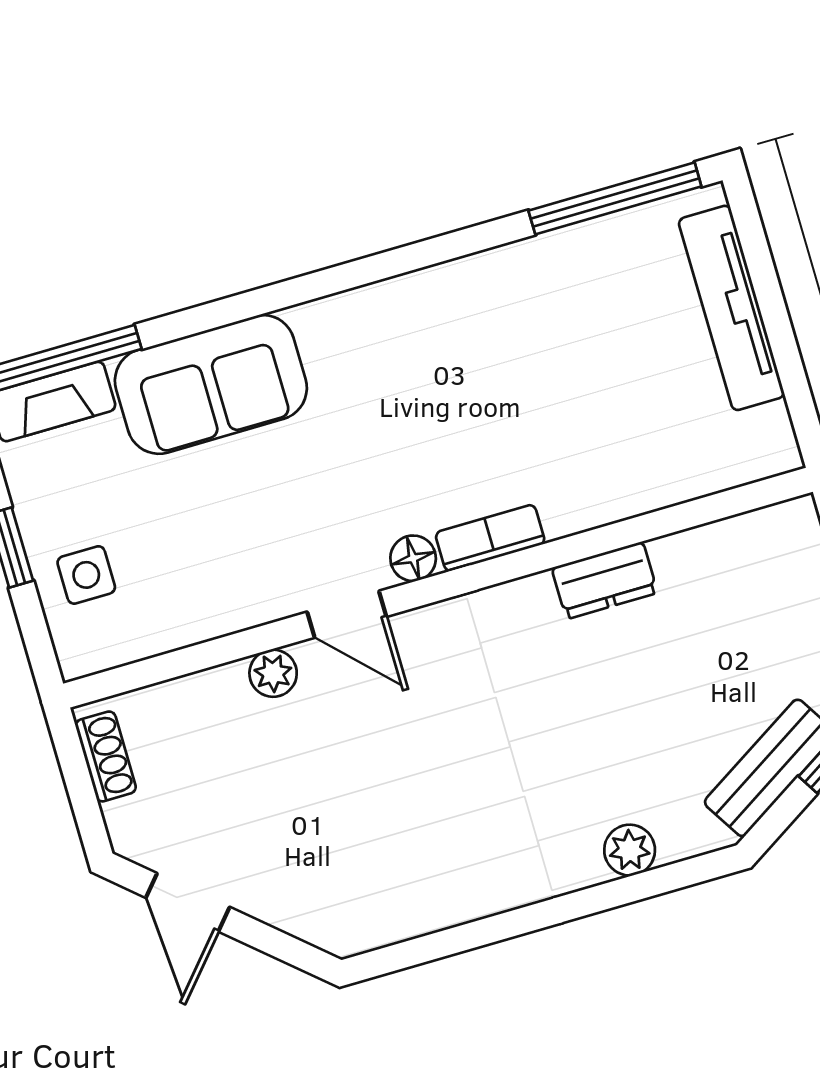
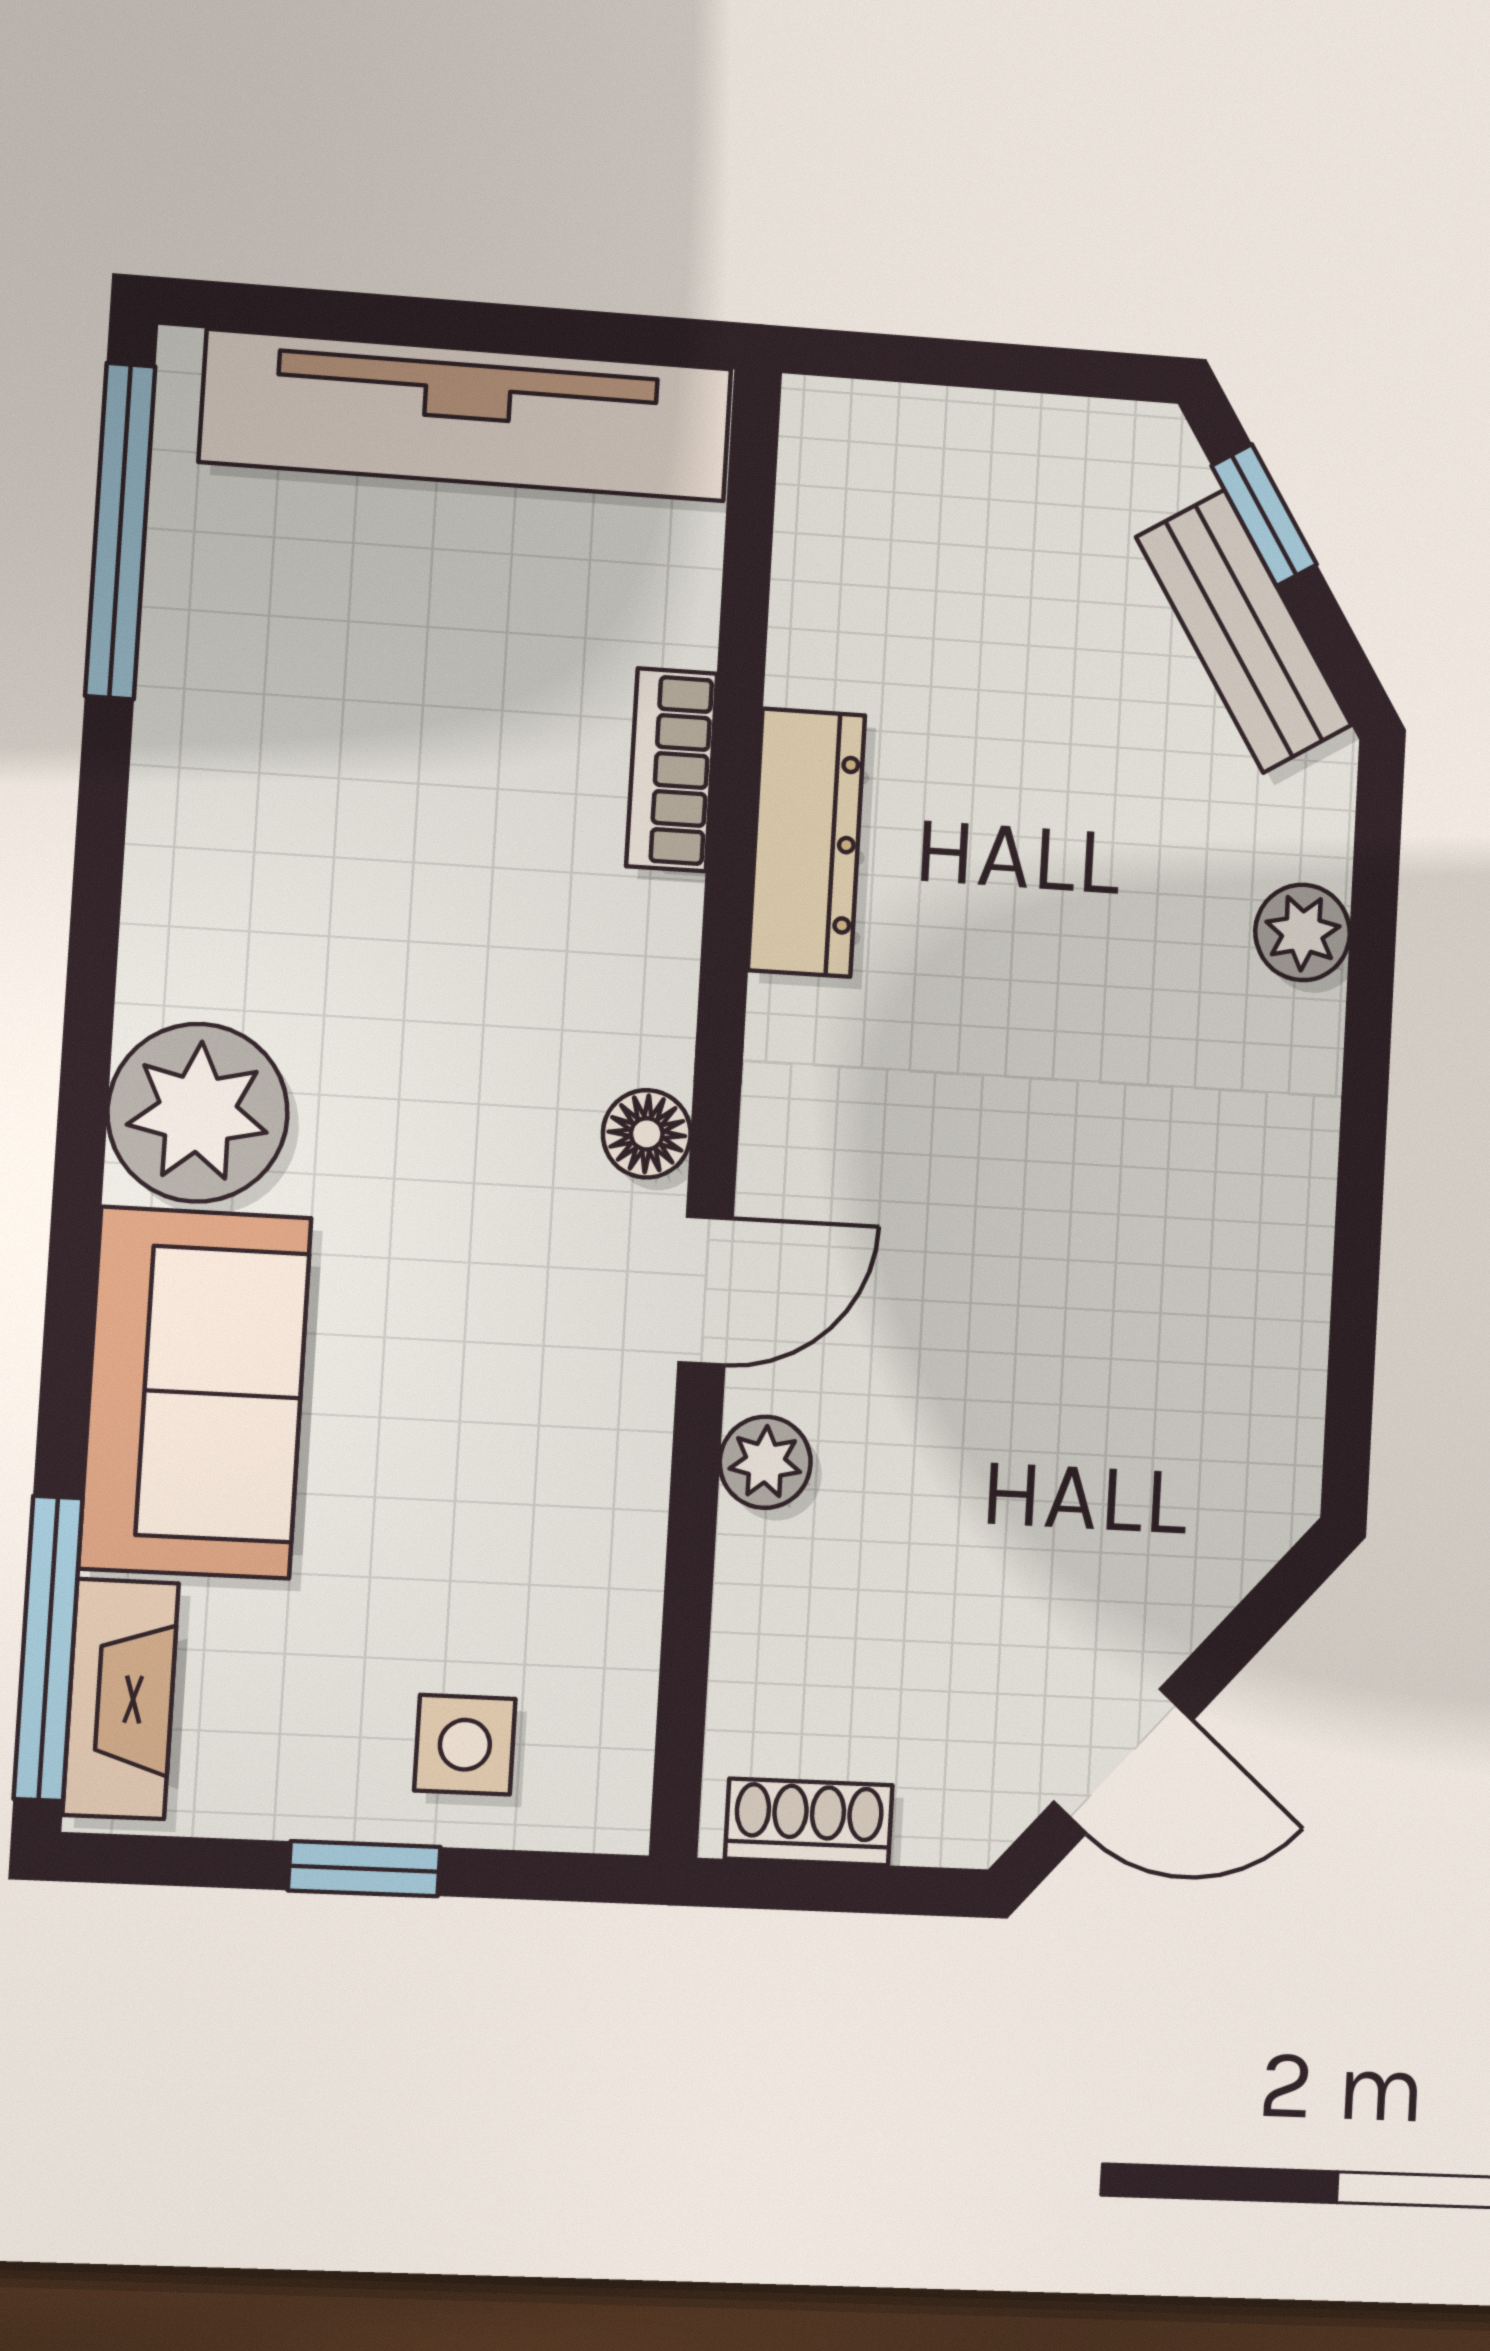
tv unit: (731, 308) -> (467, 415), width x1.36, depth x1.29
plant: (346, 337) -> (198, 1113), added
bookcase: (490, 538) -> (672, 770), moved
dresser: (605, 580) -> (806, 843), width x1.44

